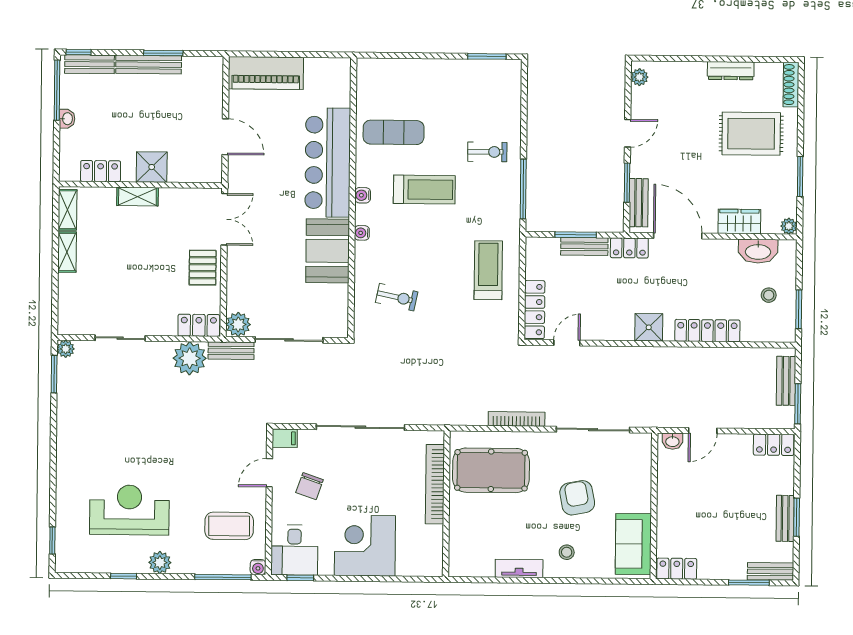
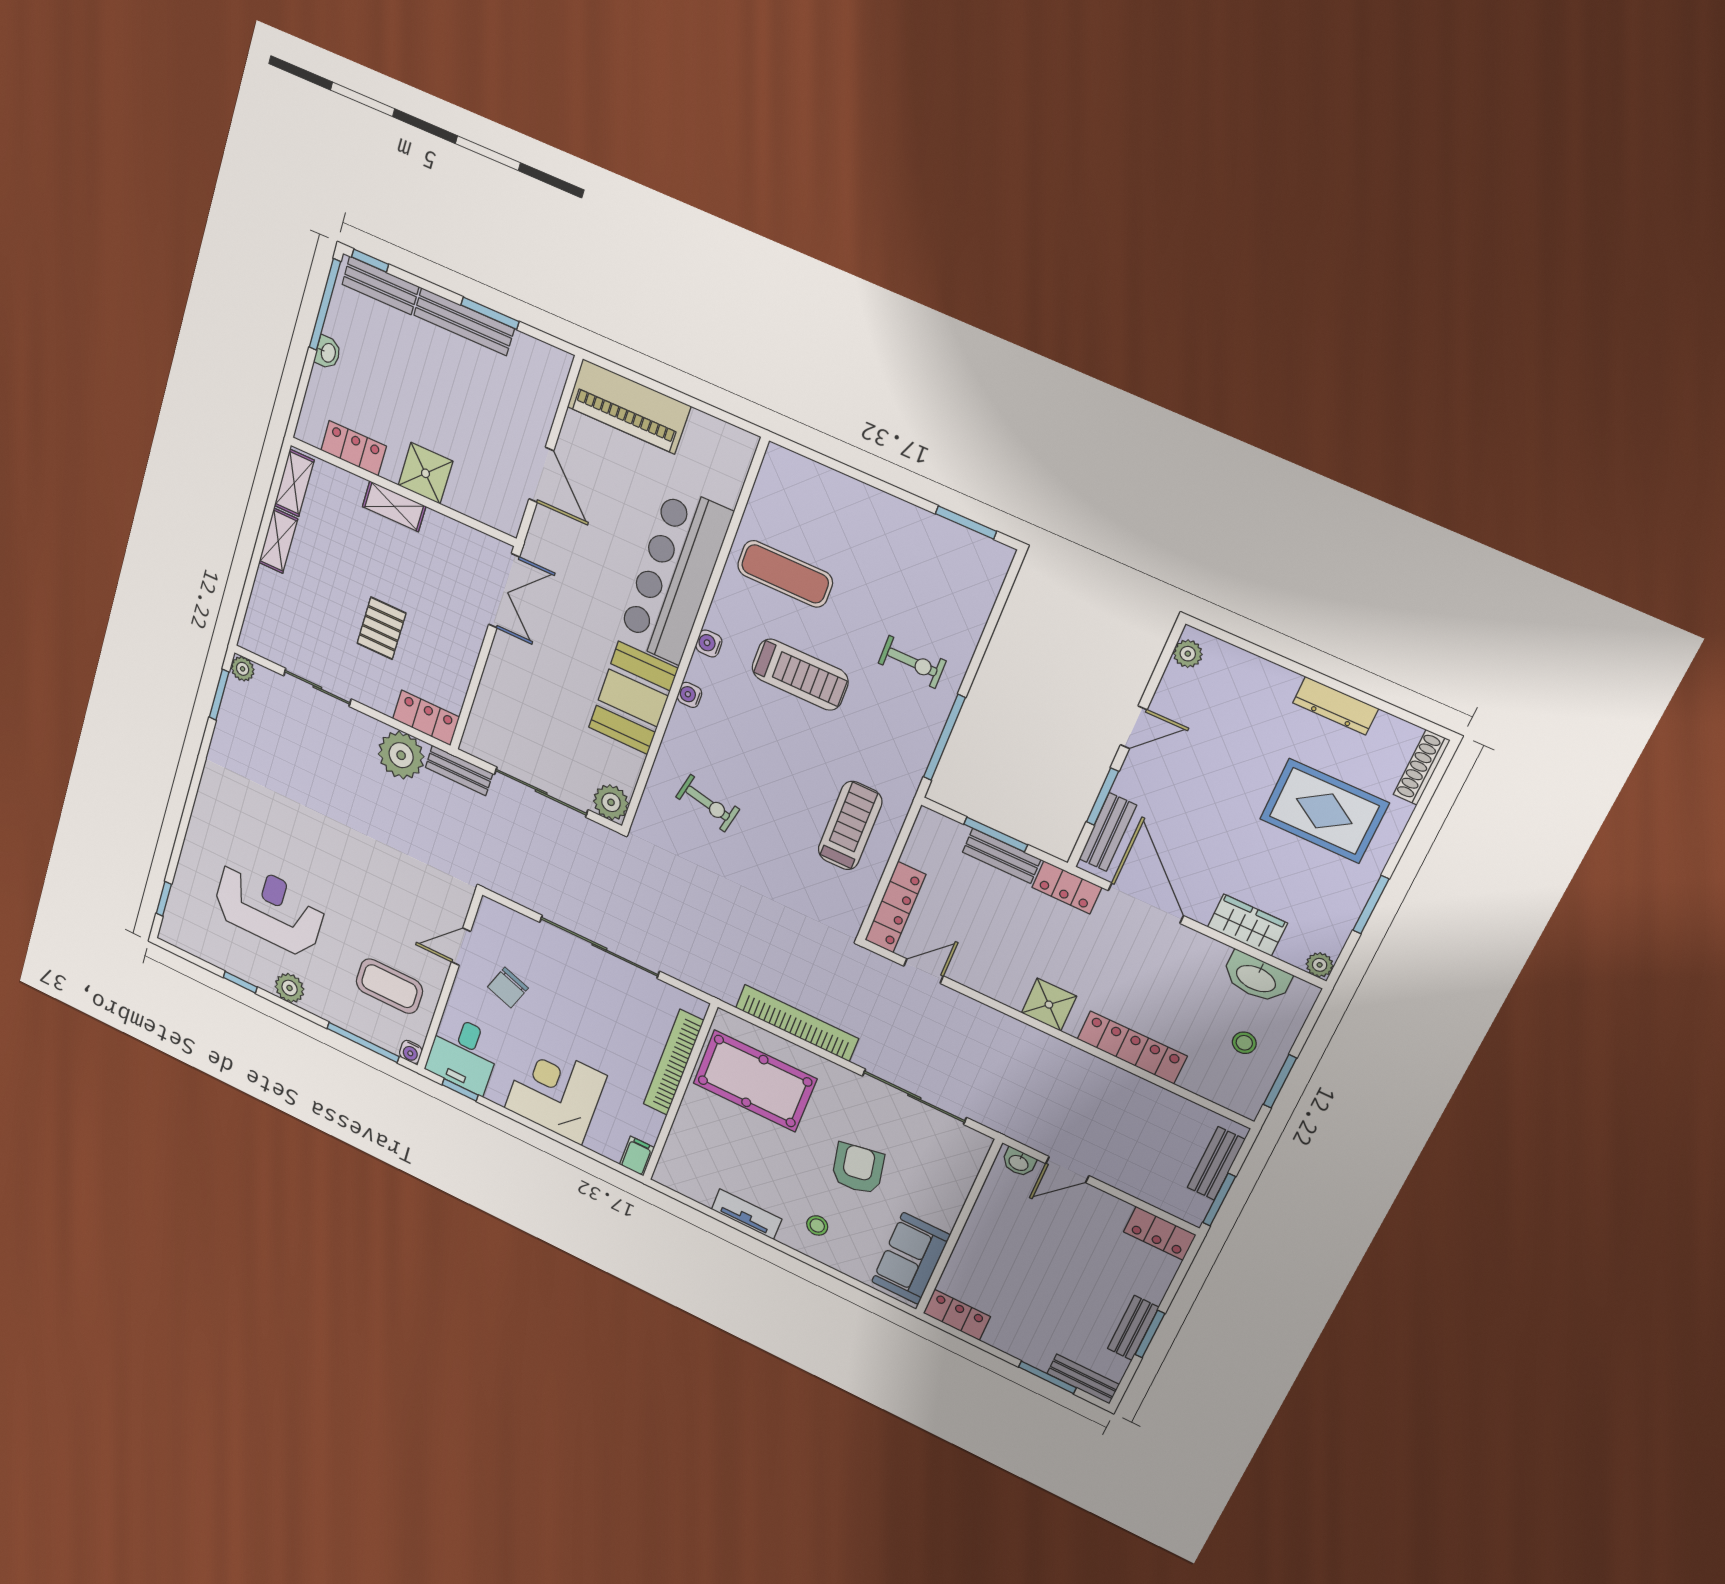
pallet: (203, 268) -> (382, 628), moved
plant: (238, 324) -> (611, 802), moved
bookcase: (517, 419) -> (797, 1023), width x1.48, depth x1.31
filing cabinet: (285, 438) -> (637, 1156), moved, turned -90

